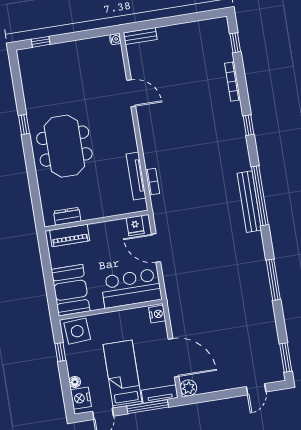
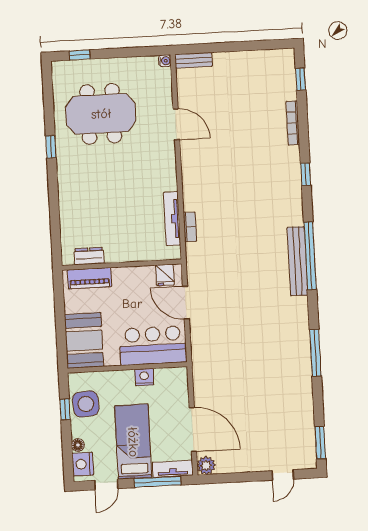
meeting table: (64, 146) -> (101, 114), moved, turned 90
nightstand: (157, 314) -> (144, 377), moved, turned -90
side table: (77, 331) -> (86, 404), moved

